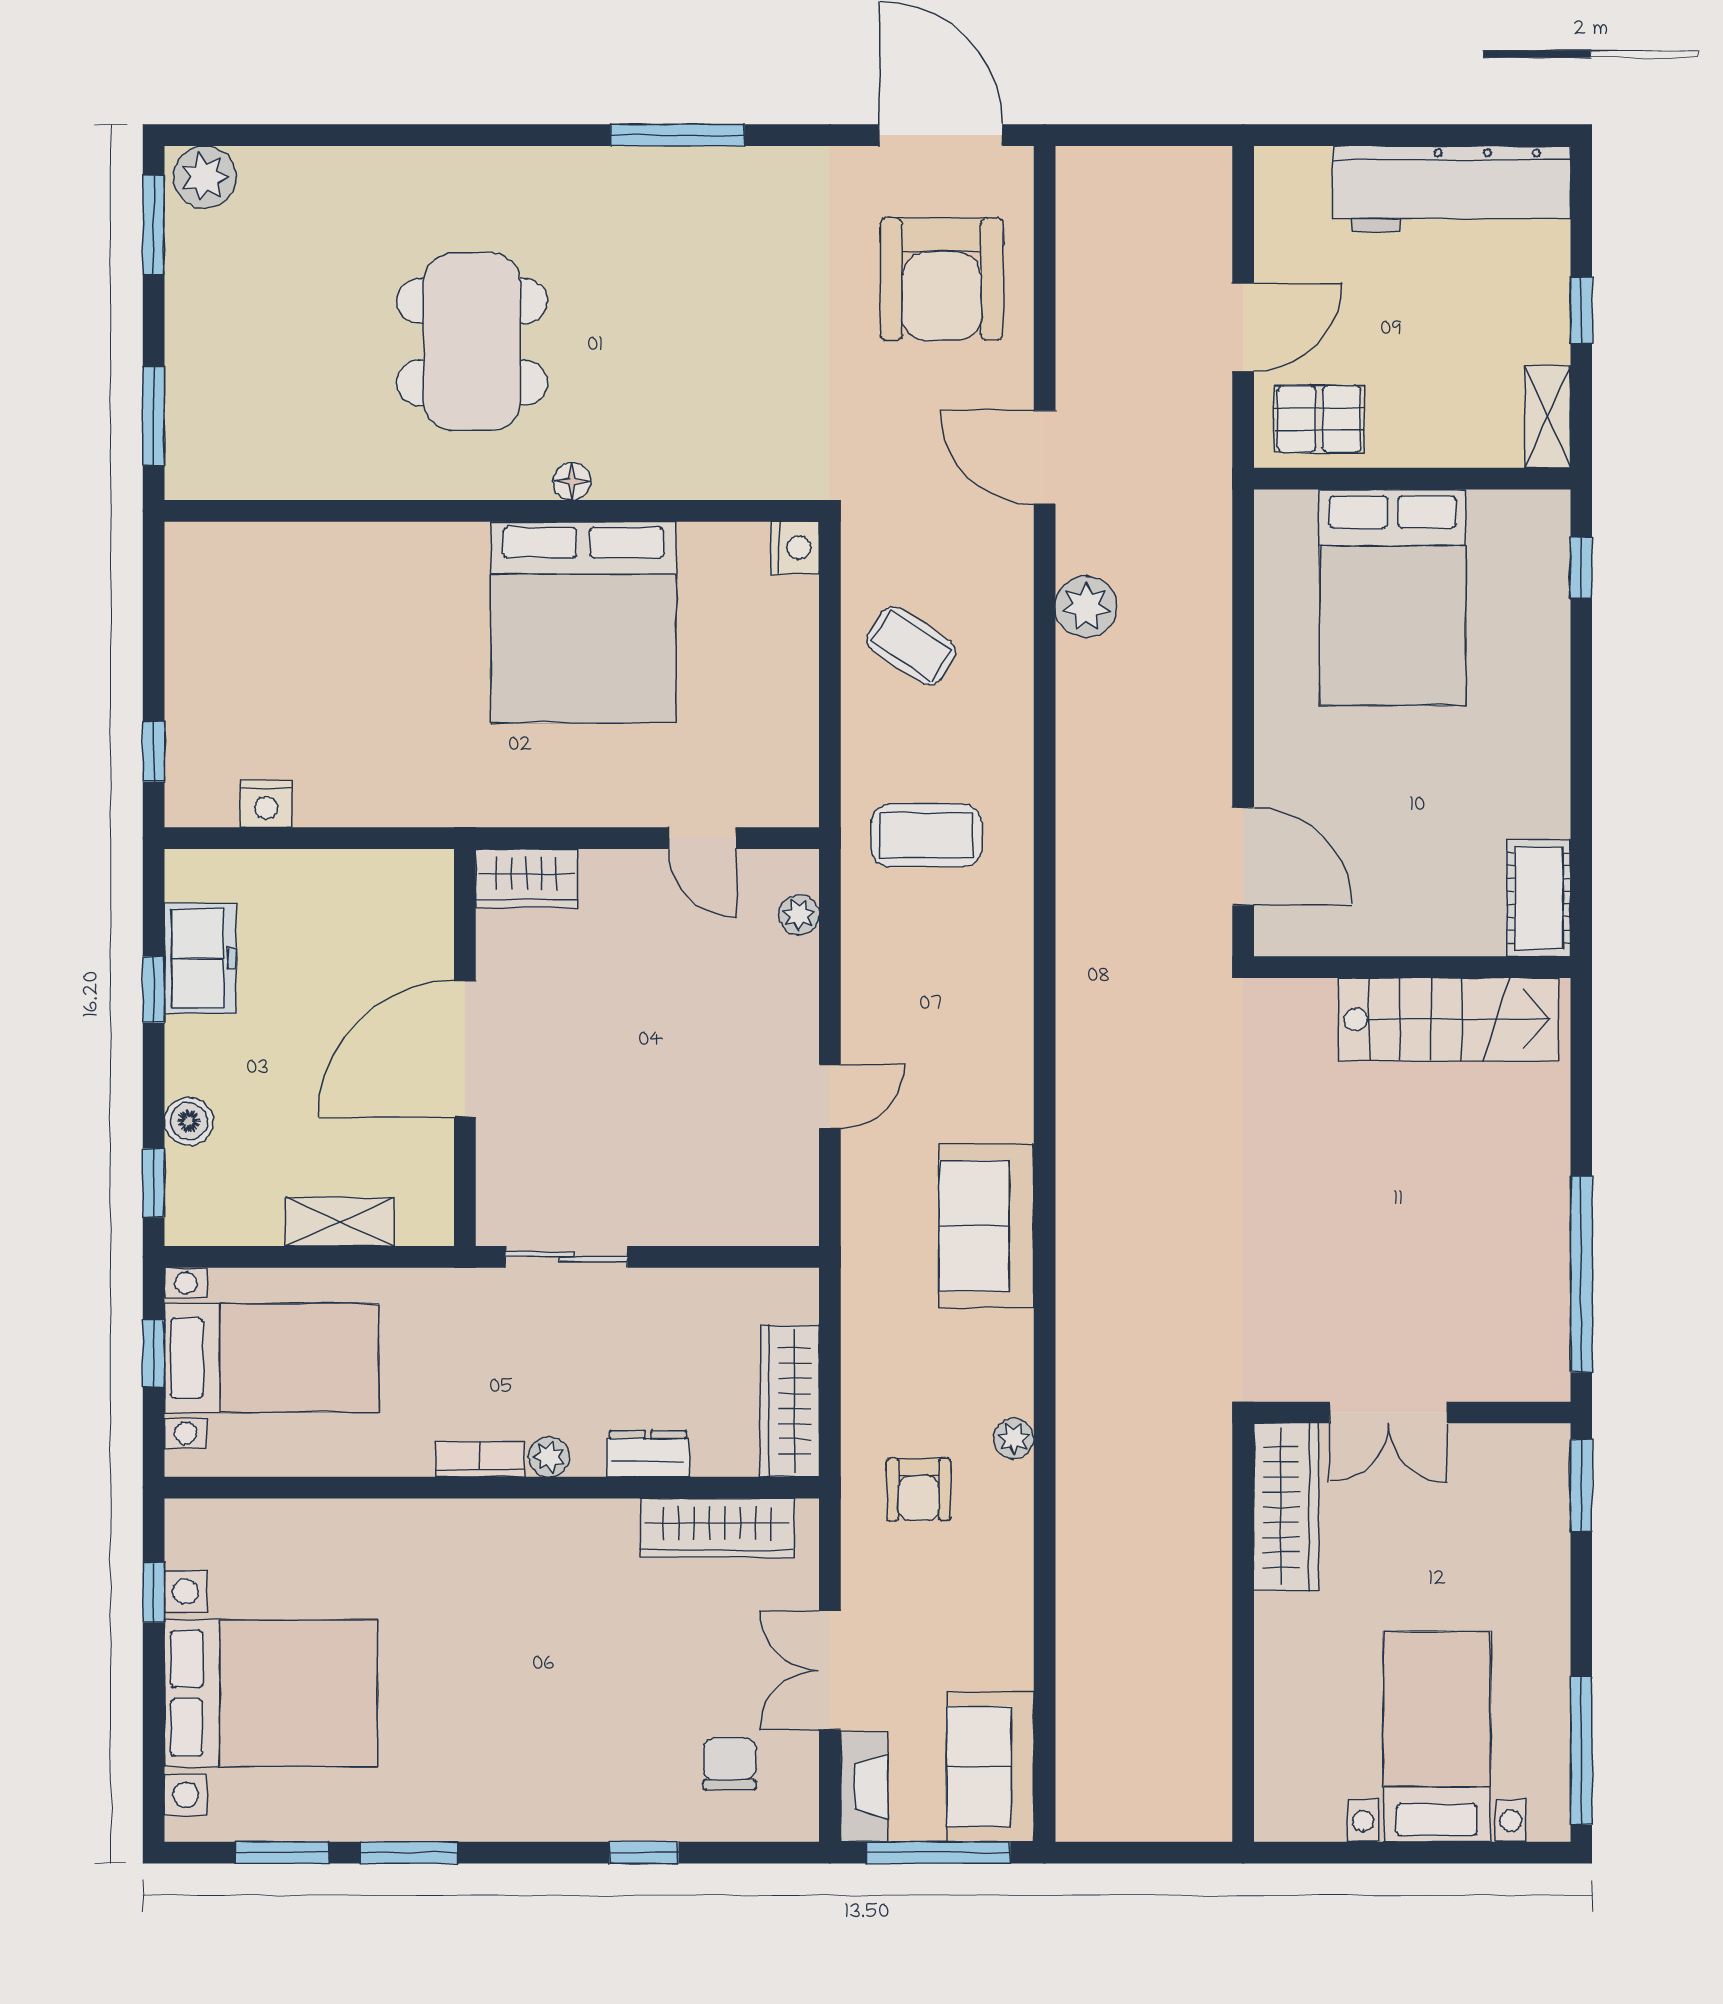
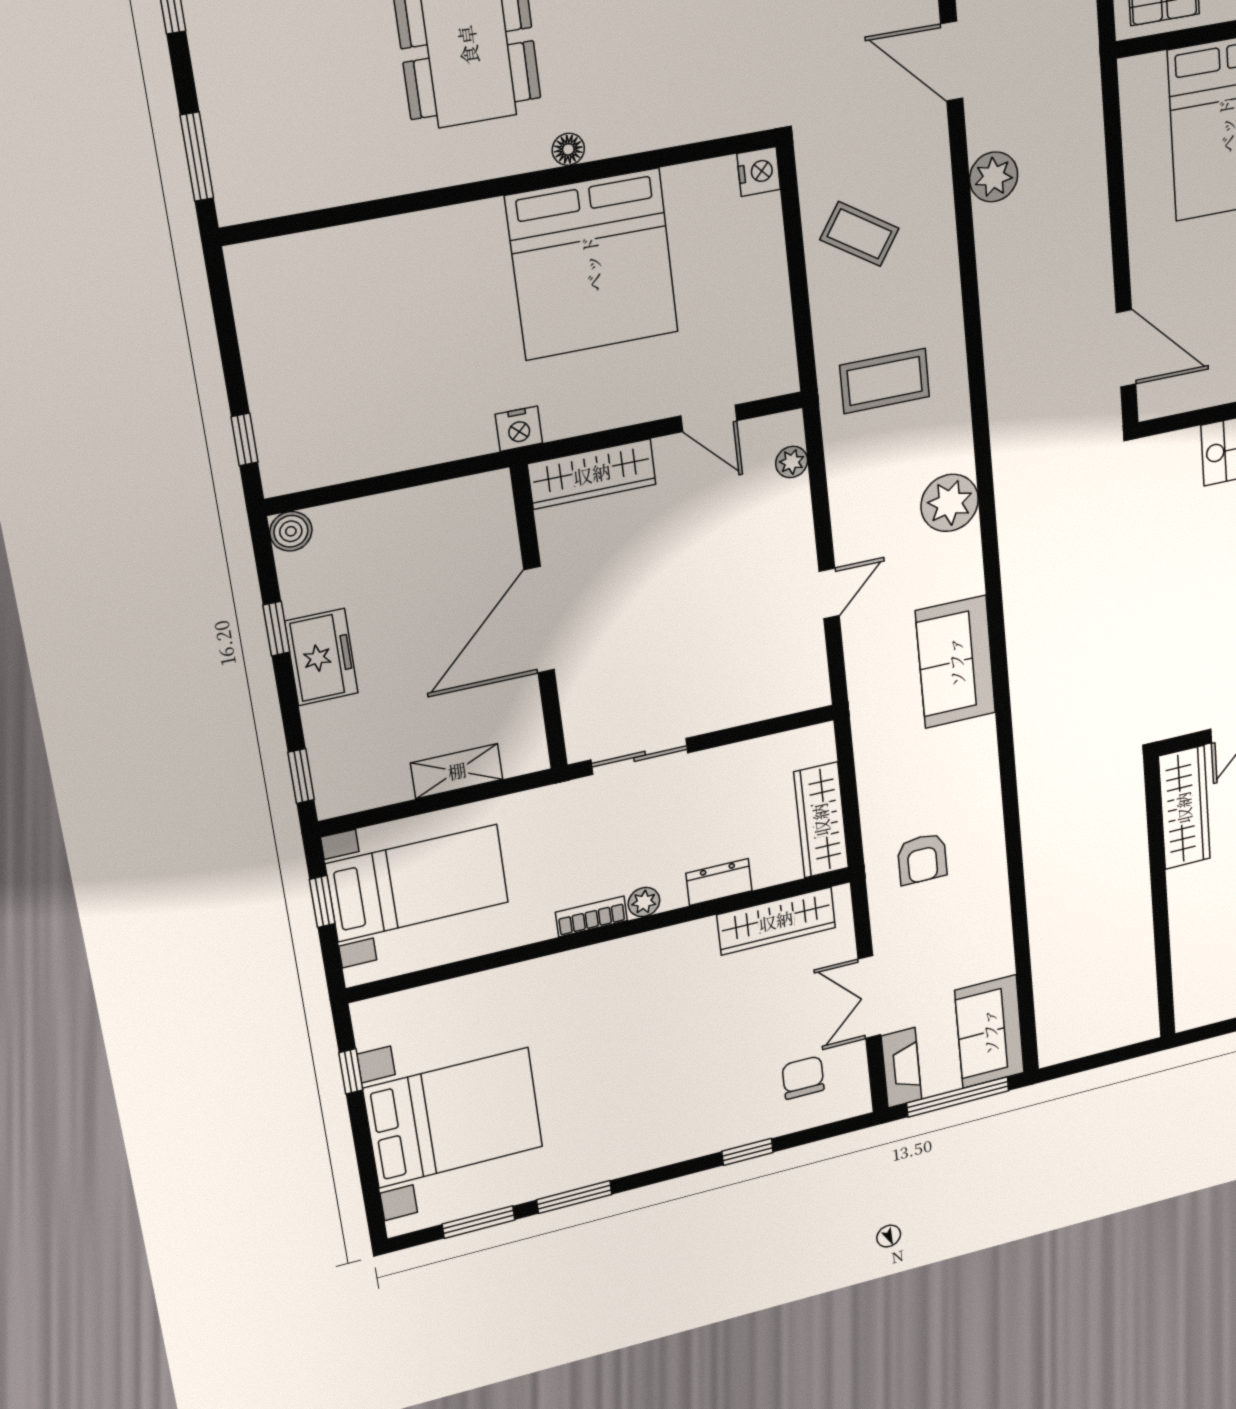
nightstand: (266, 804) -> (519, 429), moved
wardrobe: (526, 878) -> (592, 474), width x1.50
freezer: (200, 958) -> (321, 657), moved
boiler: (189, 1121) -> (291, 531), moved
plant: (1014, 1439) -> (950, 503), moved, width x1.87, depth x1.87

